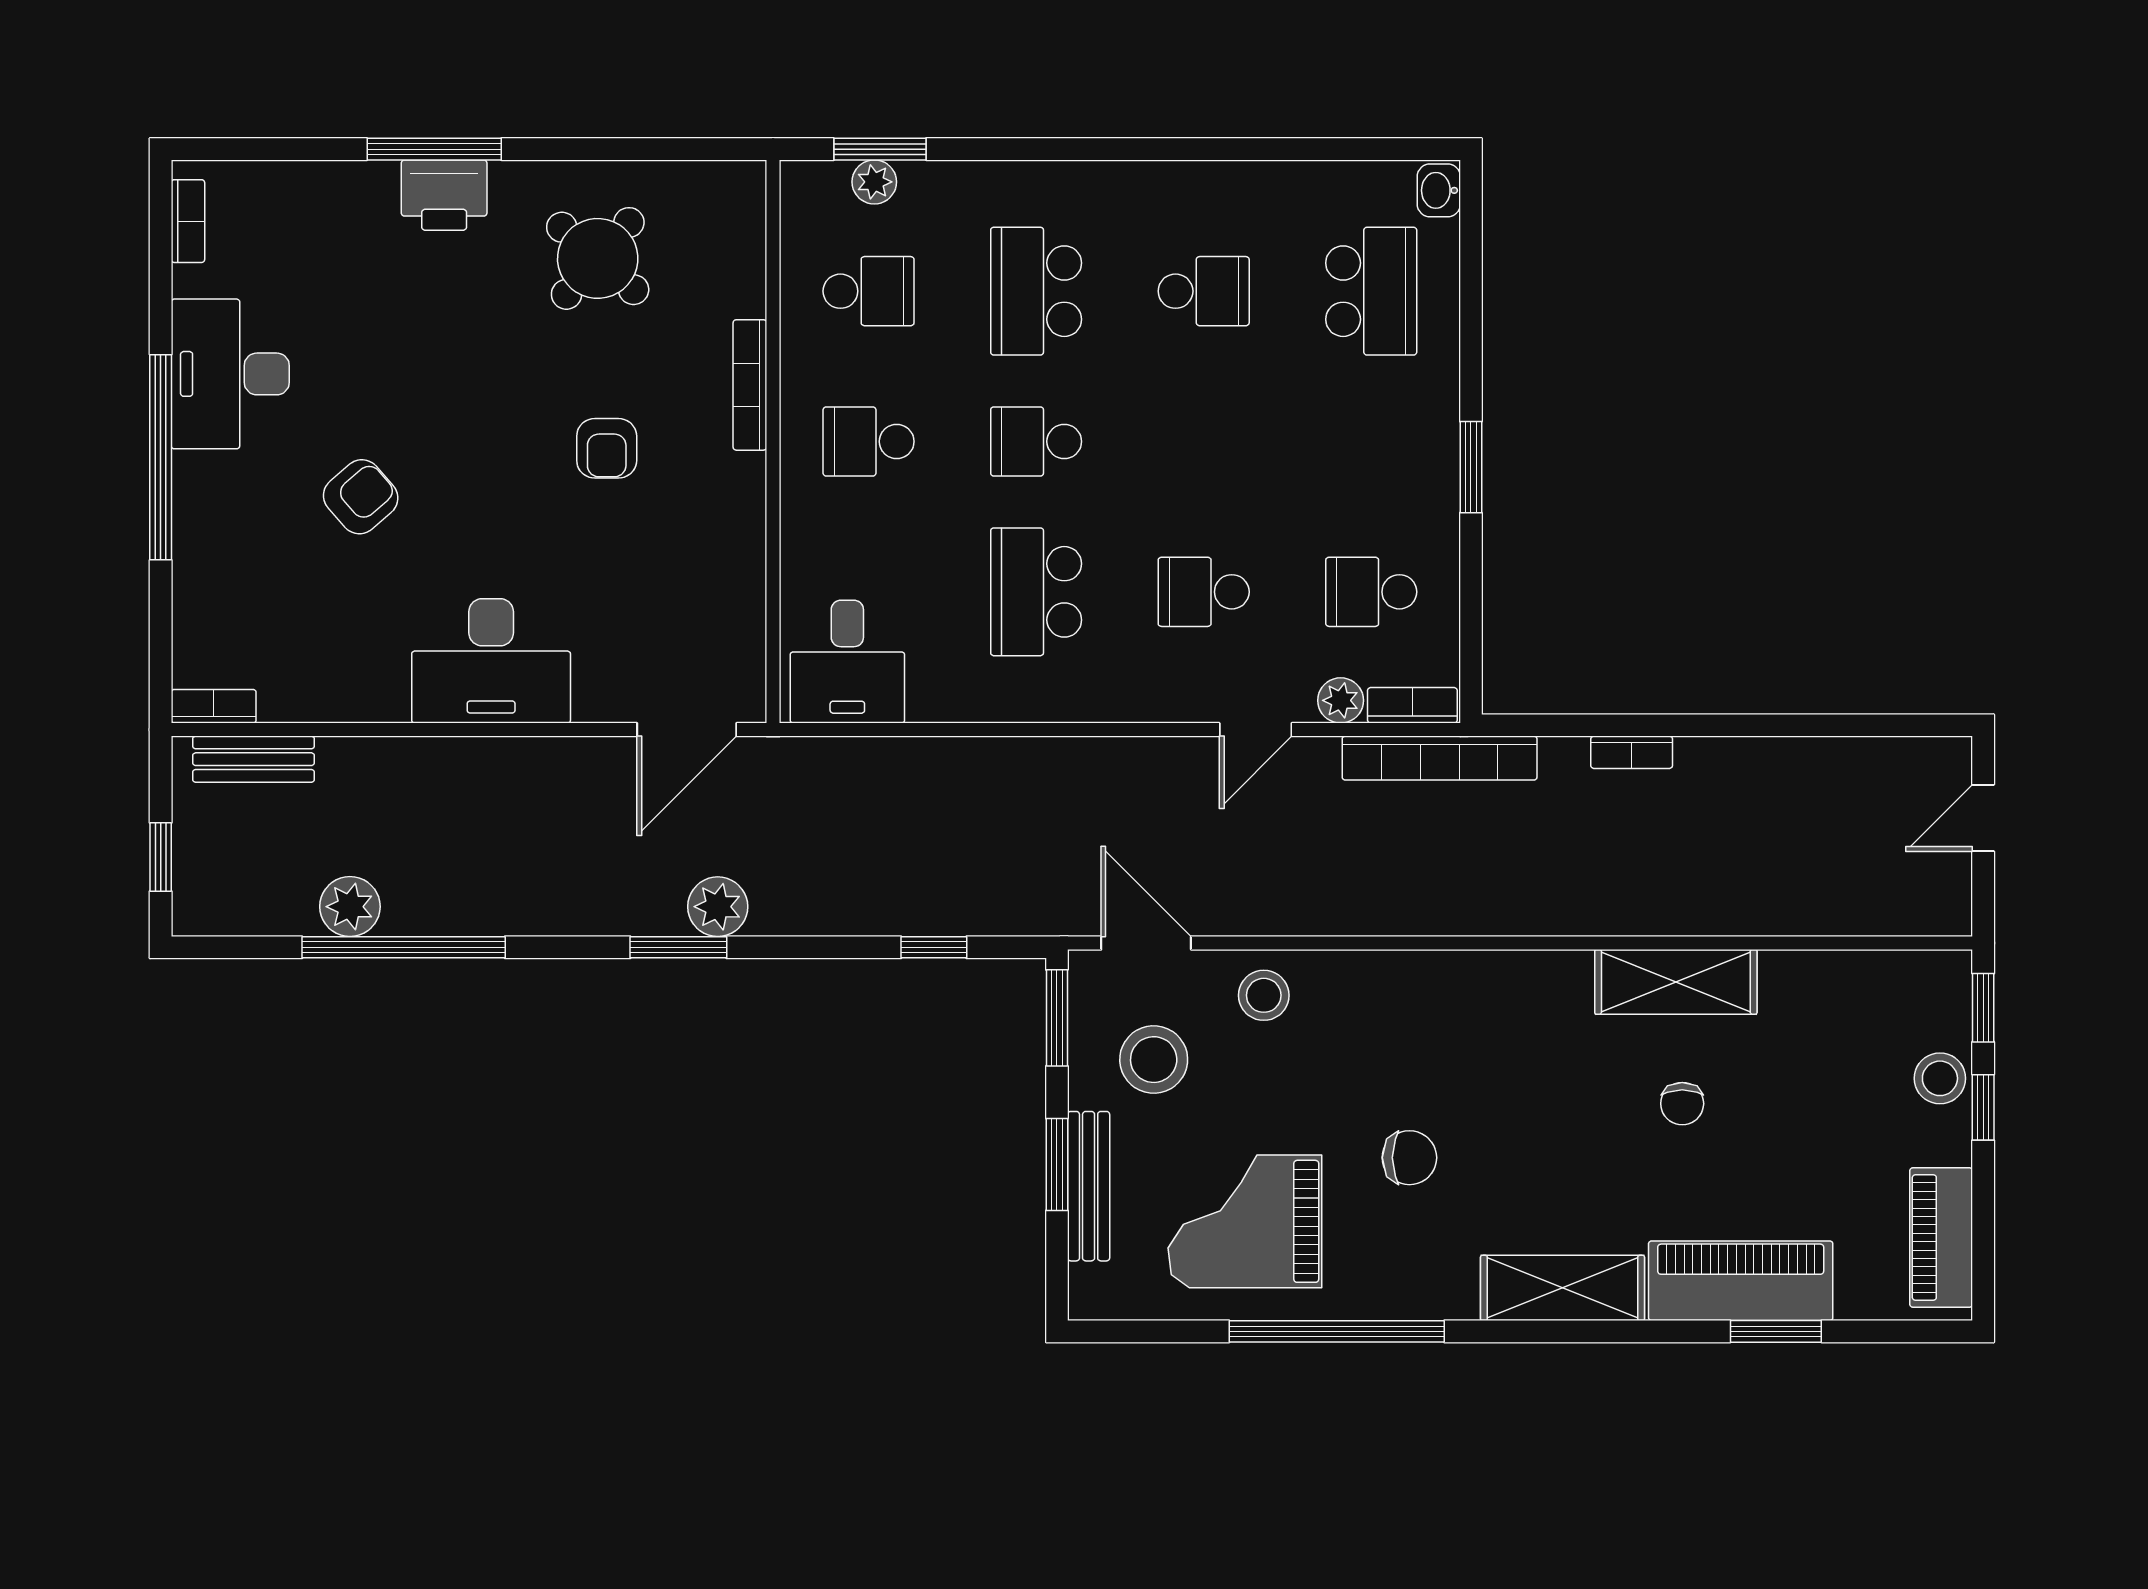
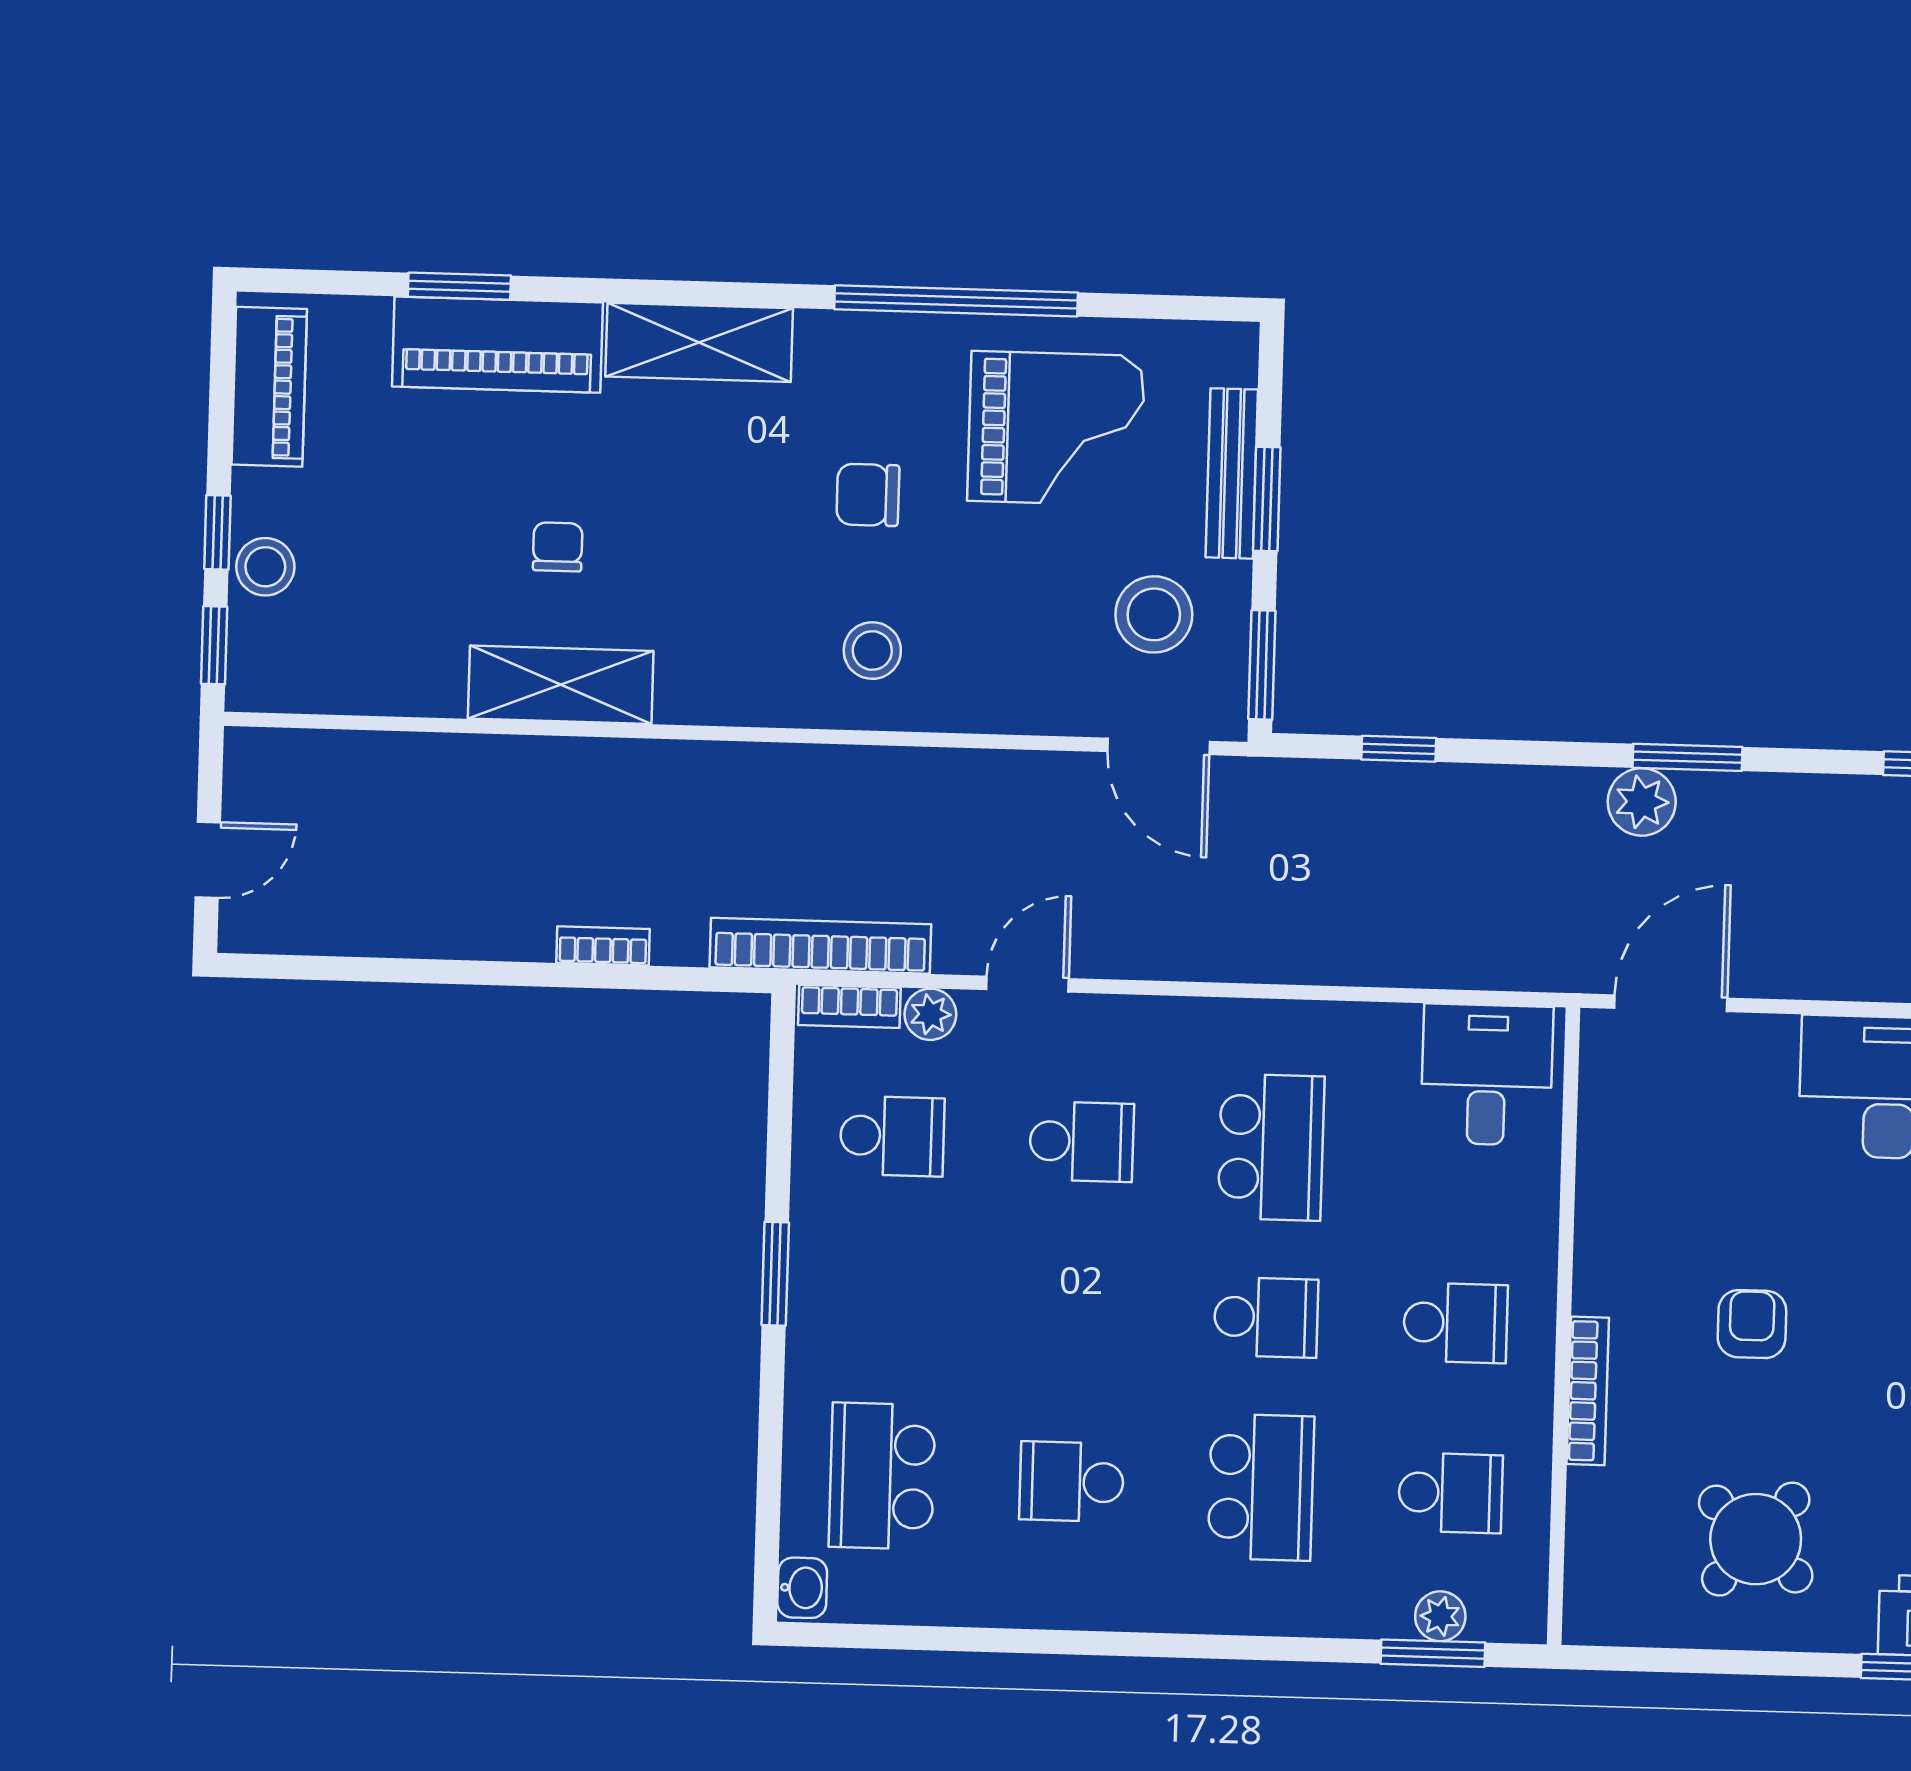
school desk: (869, 291) -> (1450, 1493), turned 180
stool: (1264, 995) -> (872, 651), moved

